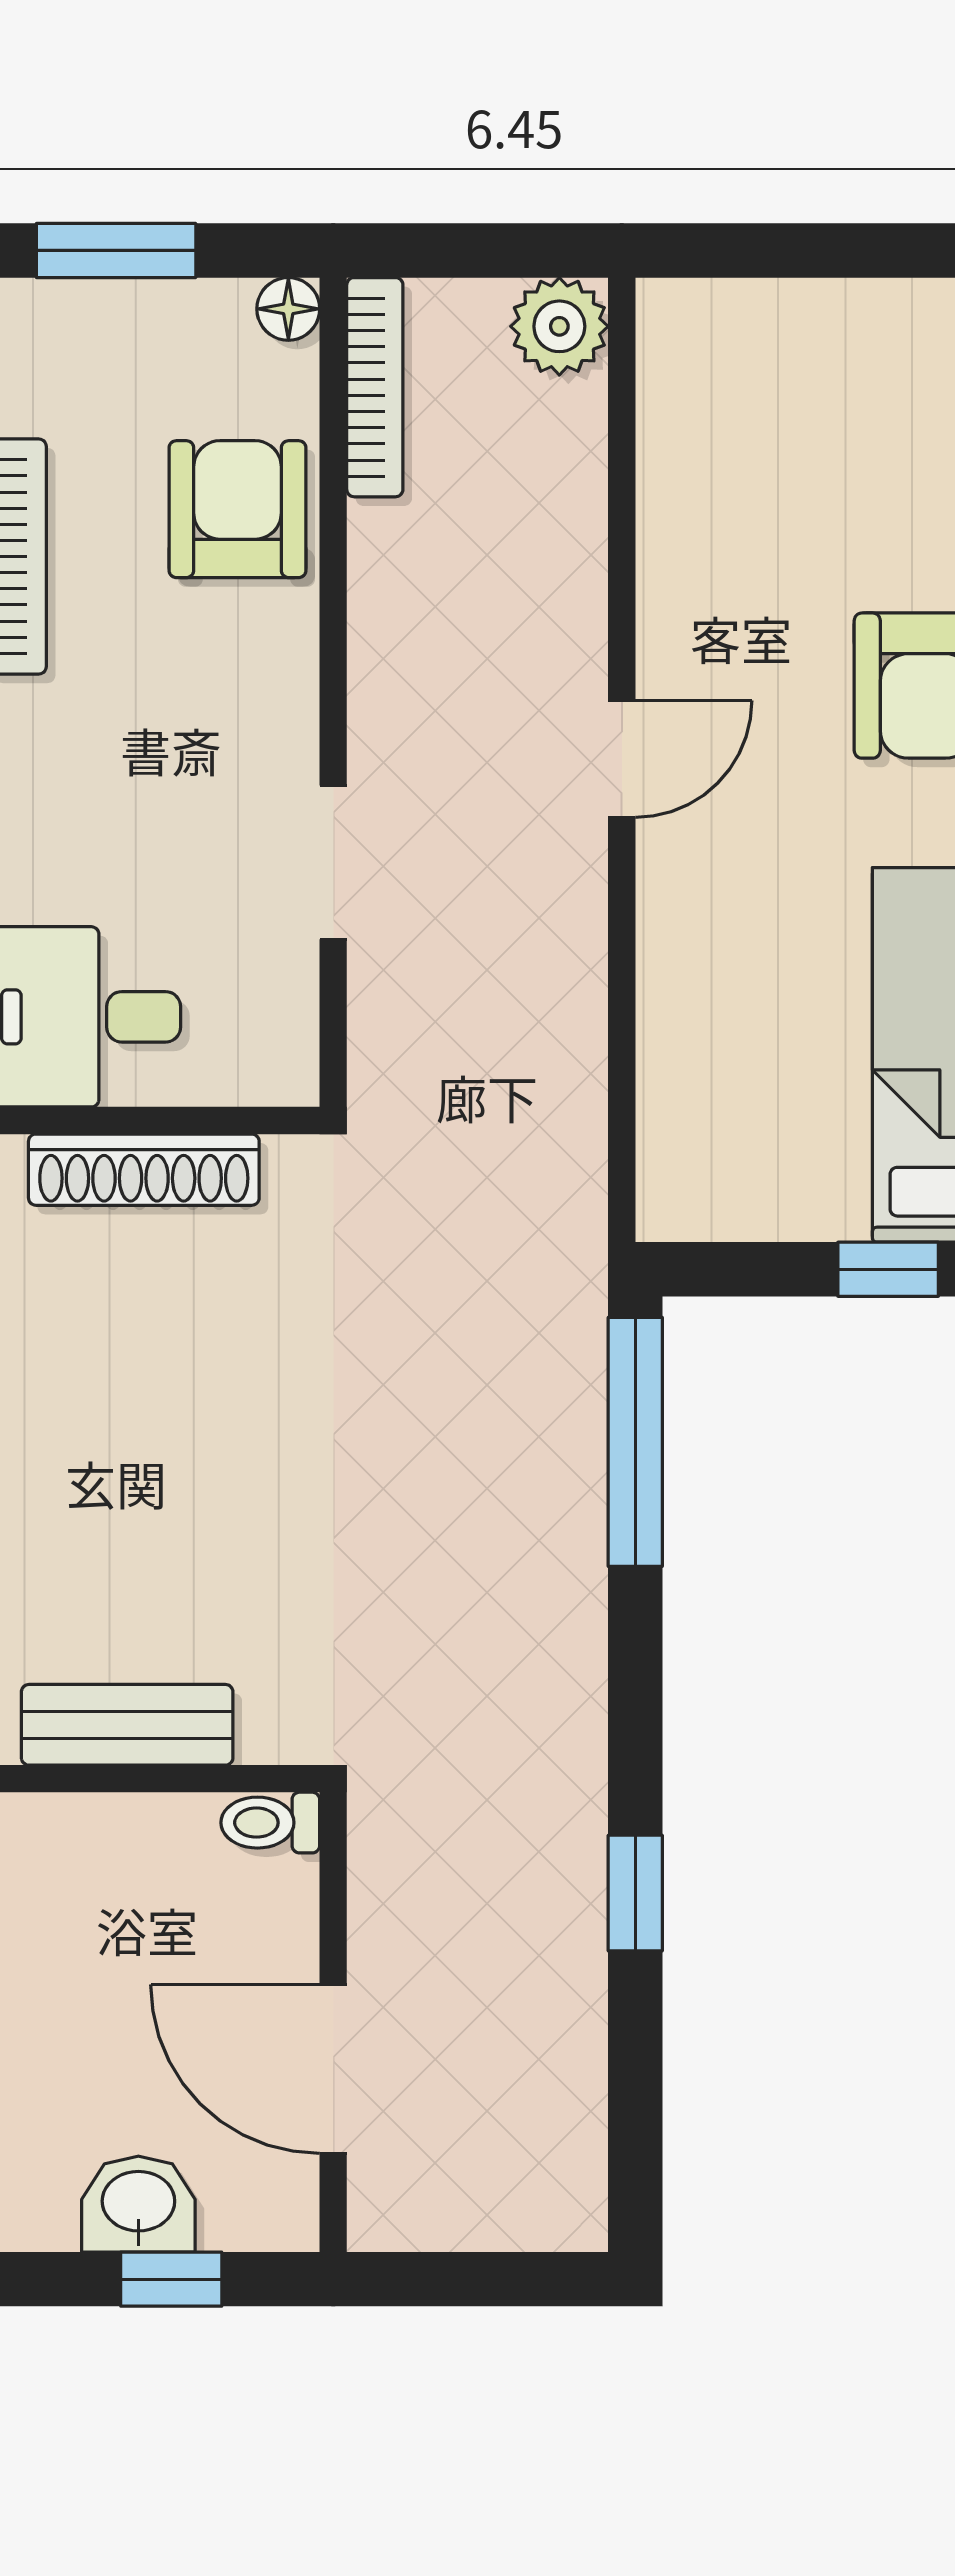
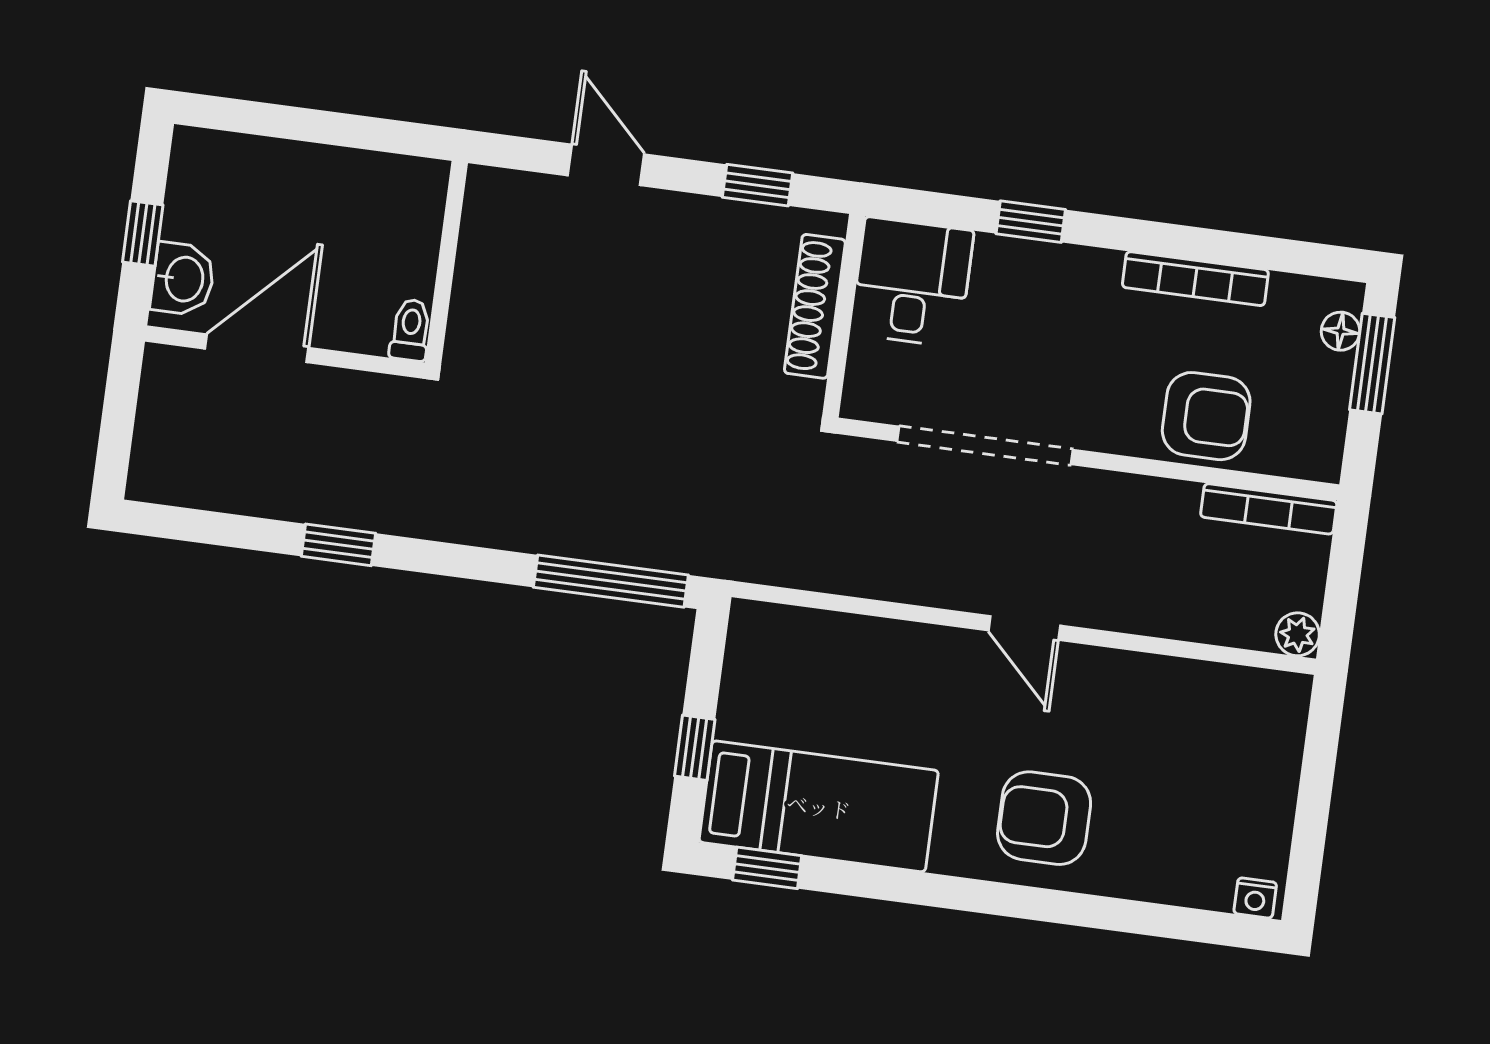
floor lamp: (288, 309) -> (1341, 331), moved
plant: (559, 326) -> (1298, 634), width x0.73, depth x0.73
doorway: (333, 862) -> (985, 445), width x1.88
bench: (127, 1725) -> (481, 252), removed
washbasin: (138, 2204) -> (183, 279), moved

